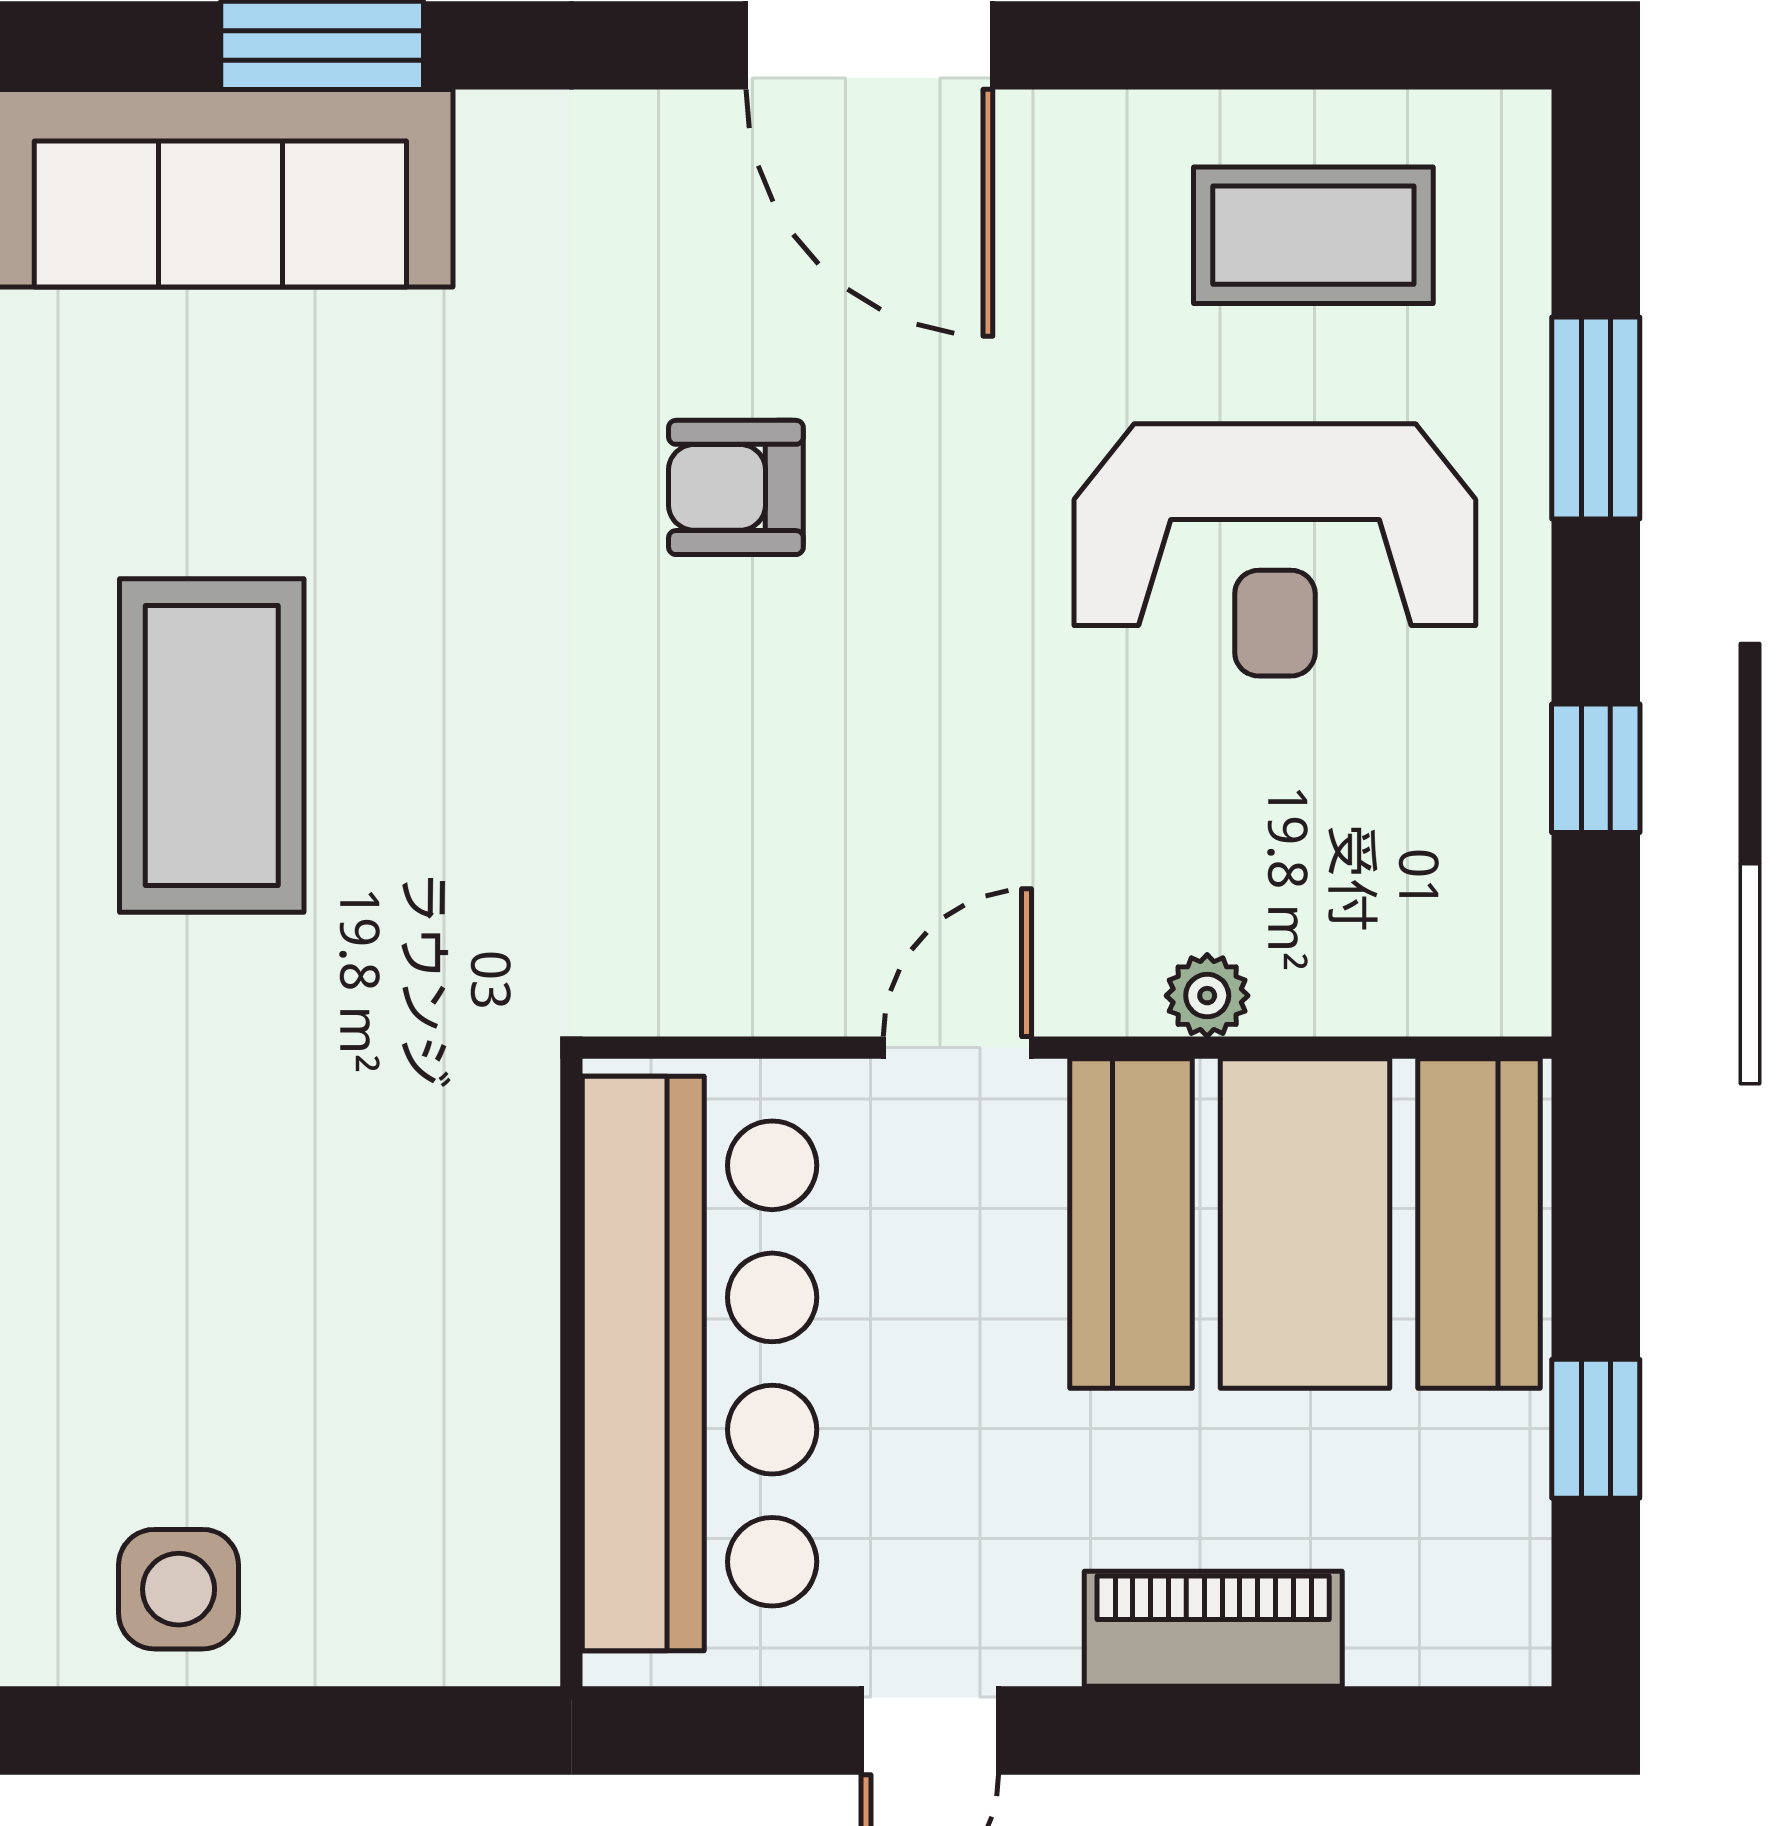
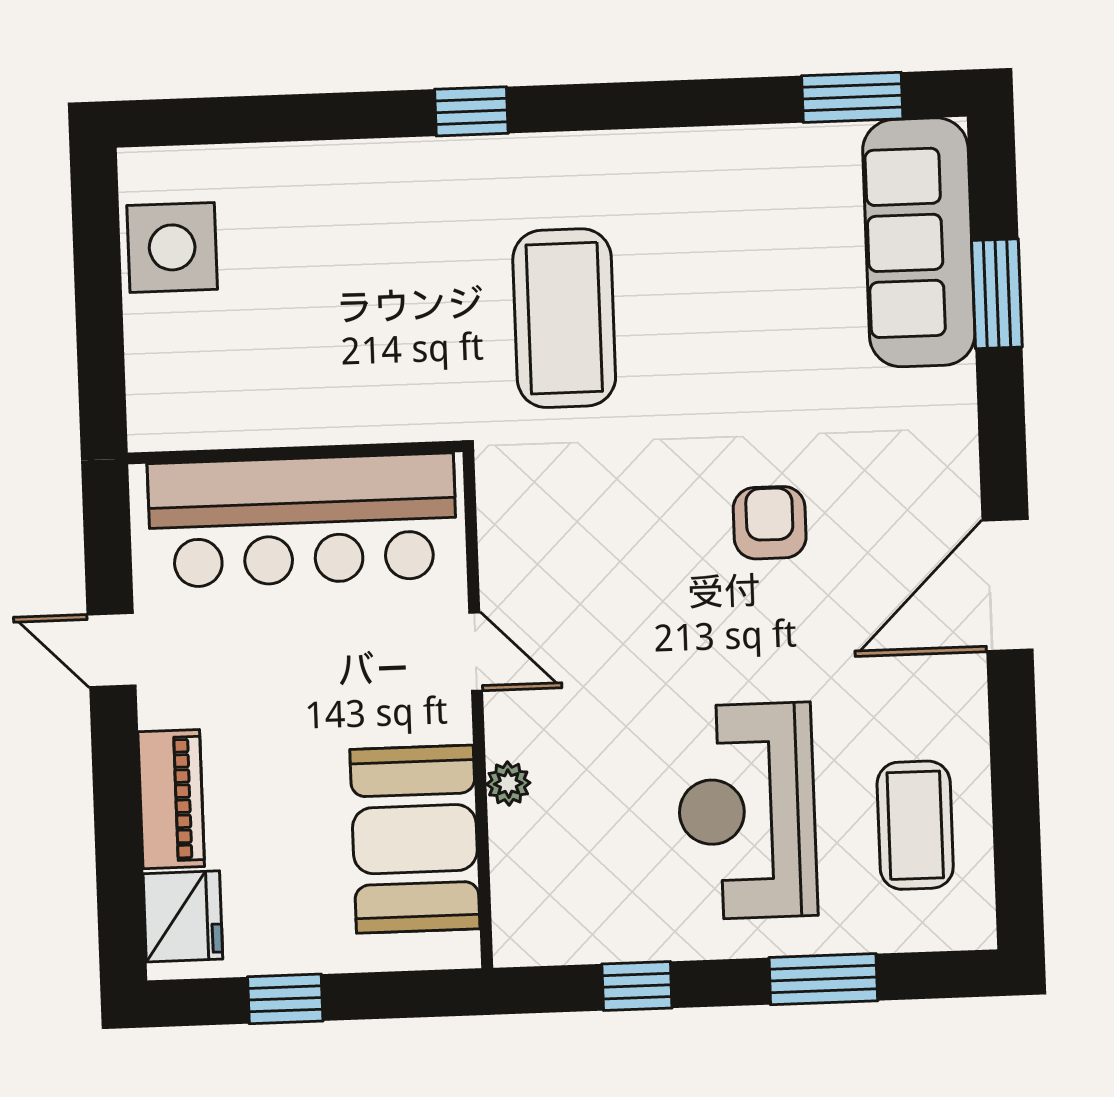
coffee table: (212, 746) -> (564, 318), moved, turned 90
booth: (1305, 1224) -> (415, 839), width x0.73, depth x0.70
side table: (179, 1589) -> (172, 247), width x1.37, depth x1.37
fridge: (1434, 1615) -> (183, 916), added

